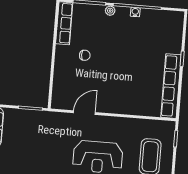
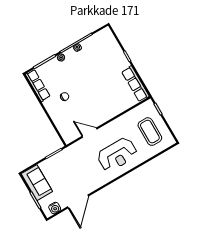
row of seats: (171, 86) -> (135, 84), width x0.73
door: (84, 113) -> (89, 133), hinge flipped

